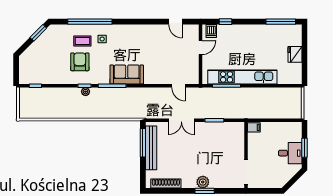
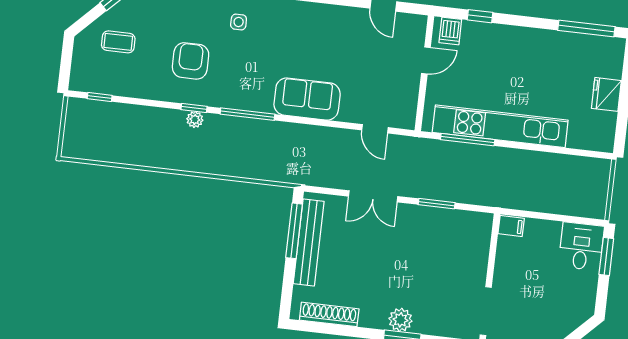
coffee table: (82, 41) -> (118, 42), moved
sofa: (127, 74) -> (307, 99), moved
window: (304, 148) -> (606, 256), moved
desk: (290, 153) -> (581, 246), moved, turned -90

